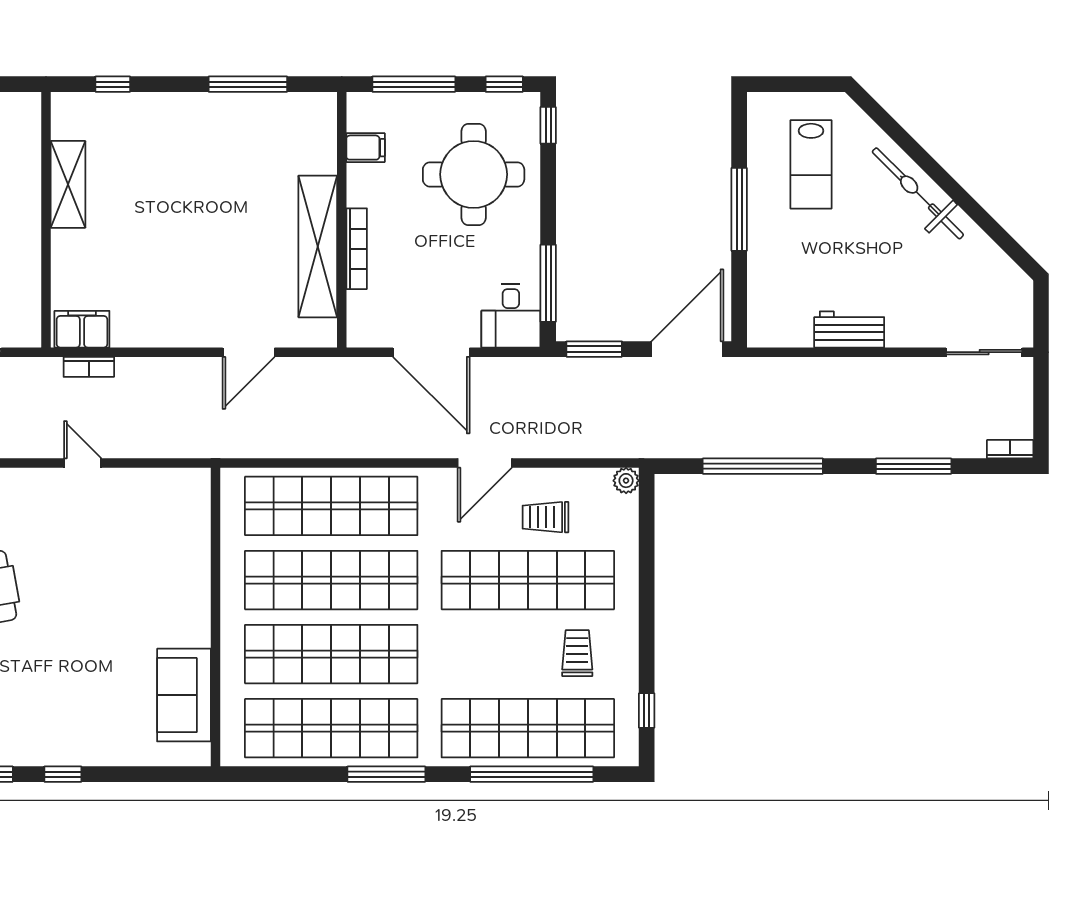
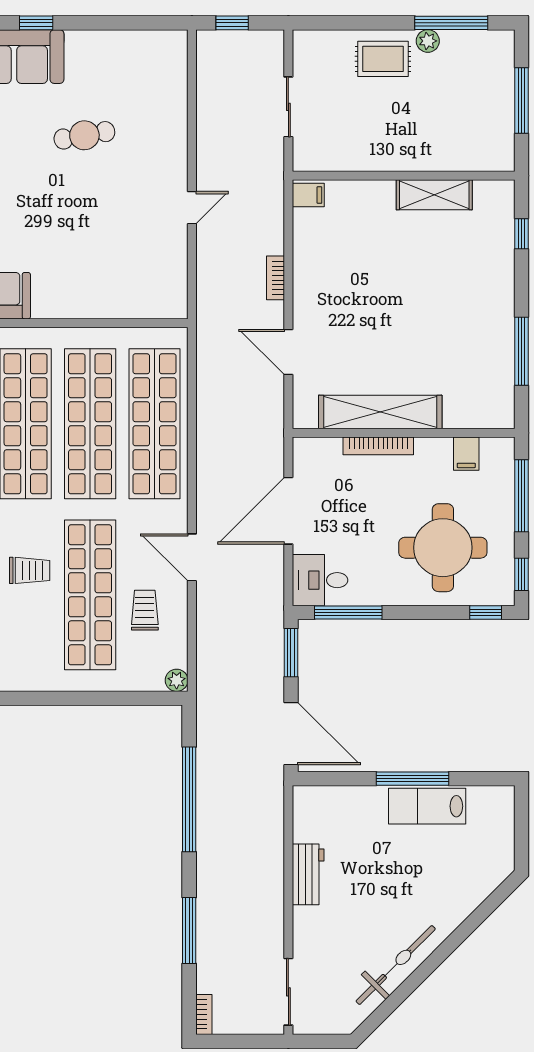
lab bench: (811, 164) -> (427, 806), moved
bicycle: (918, 193) -> (396, 965), moved
filing cabinet: (82, 329) -> (308, 195), width x0.50
bookcase: (89, 367) -> (276, 278), moved
trolley: (577, 653) -> (30, 570), moved

